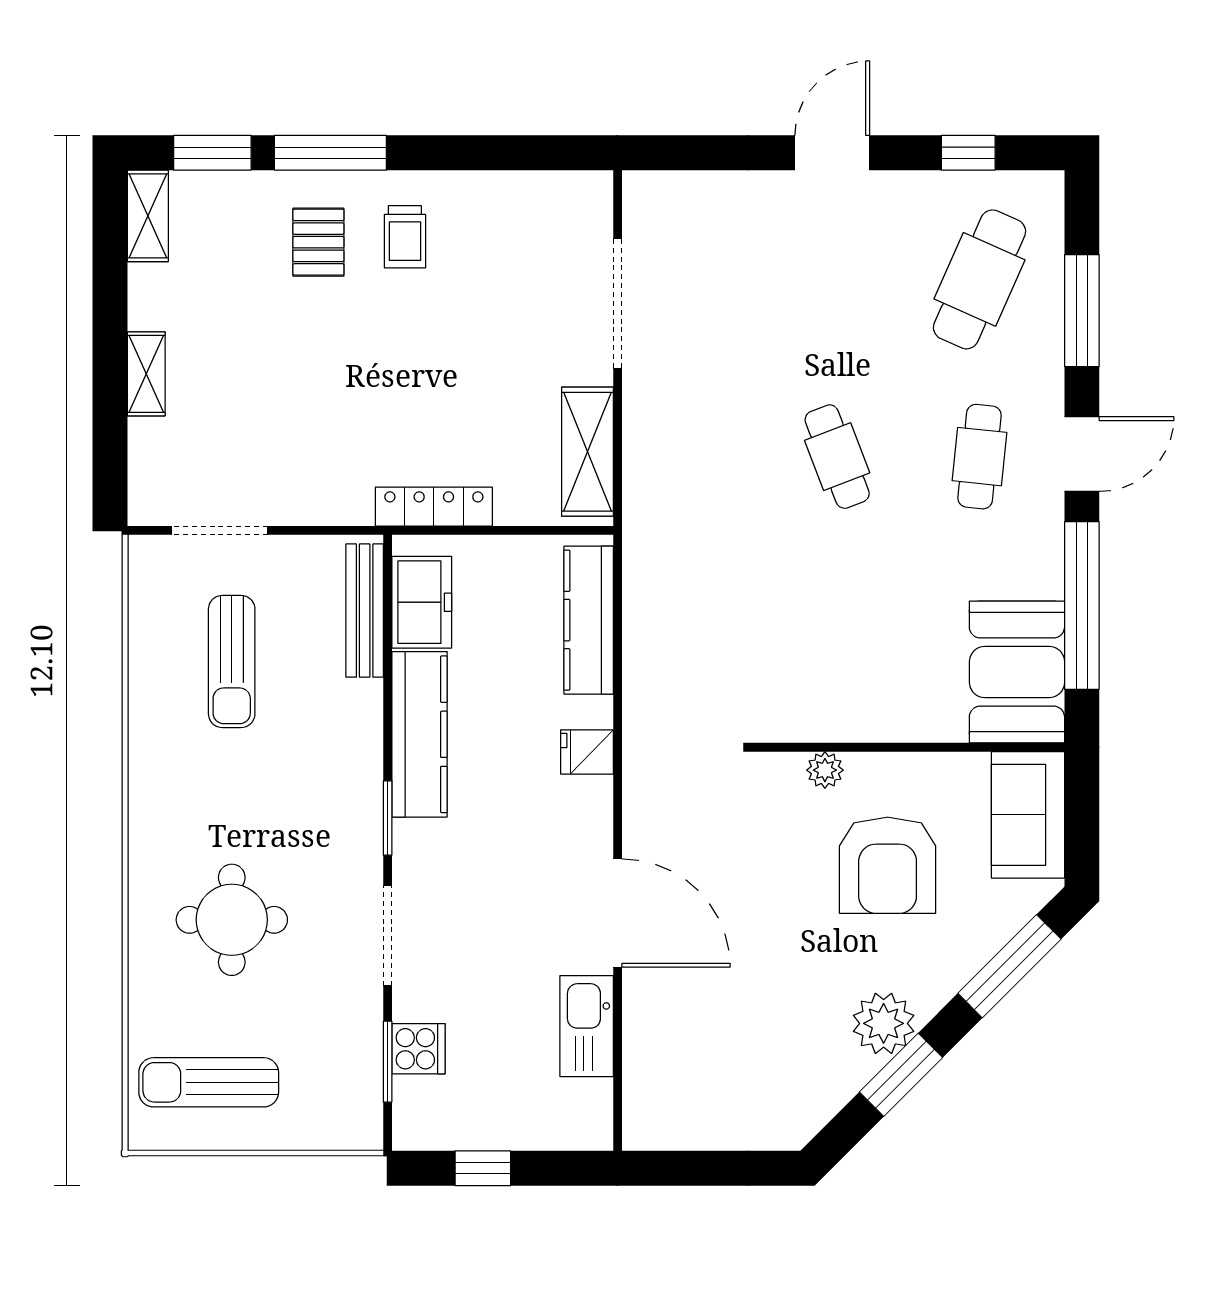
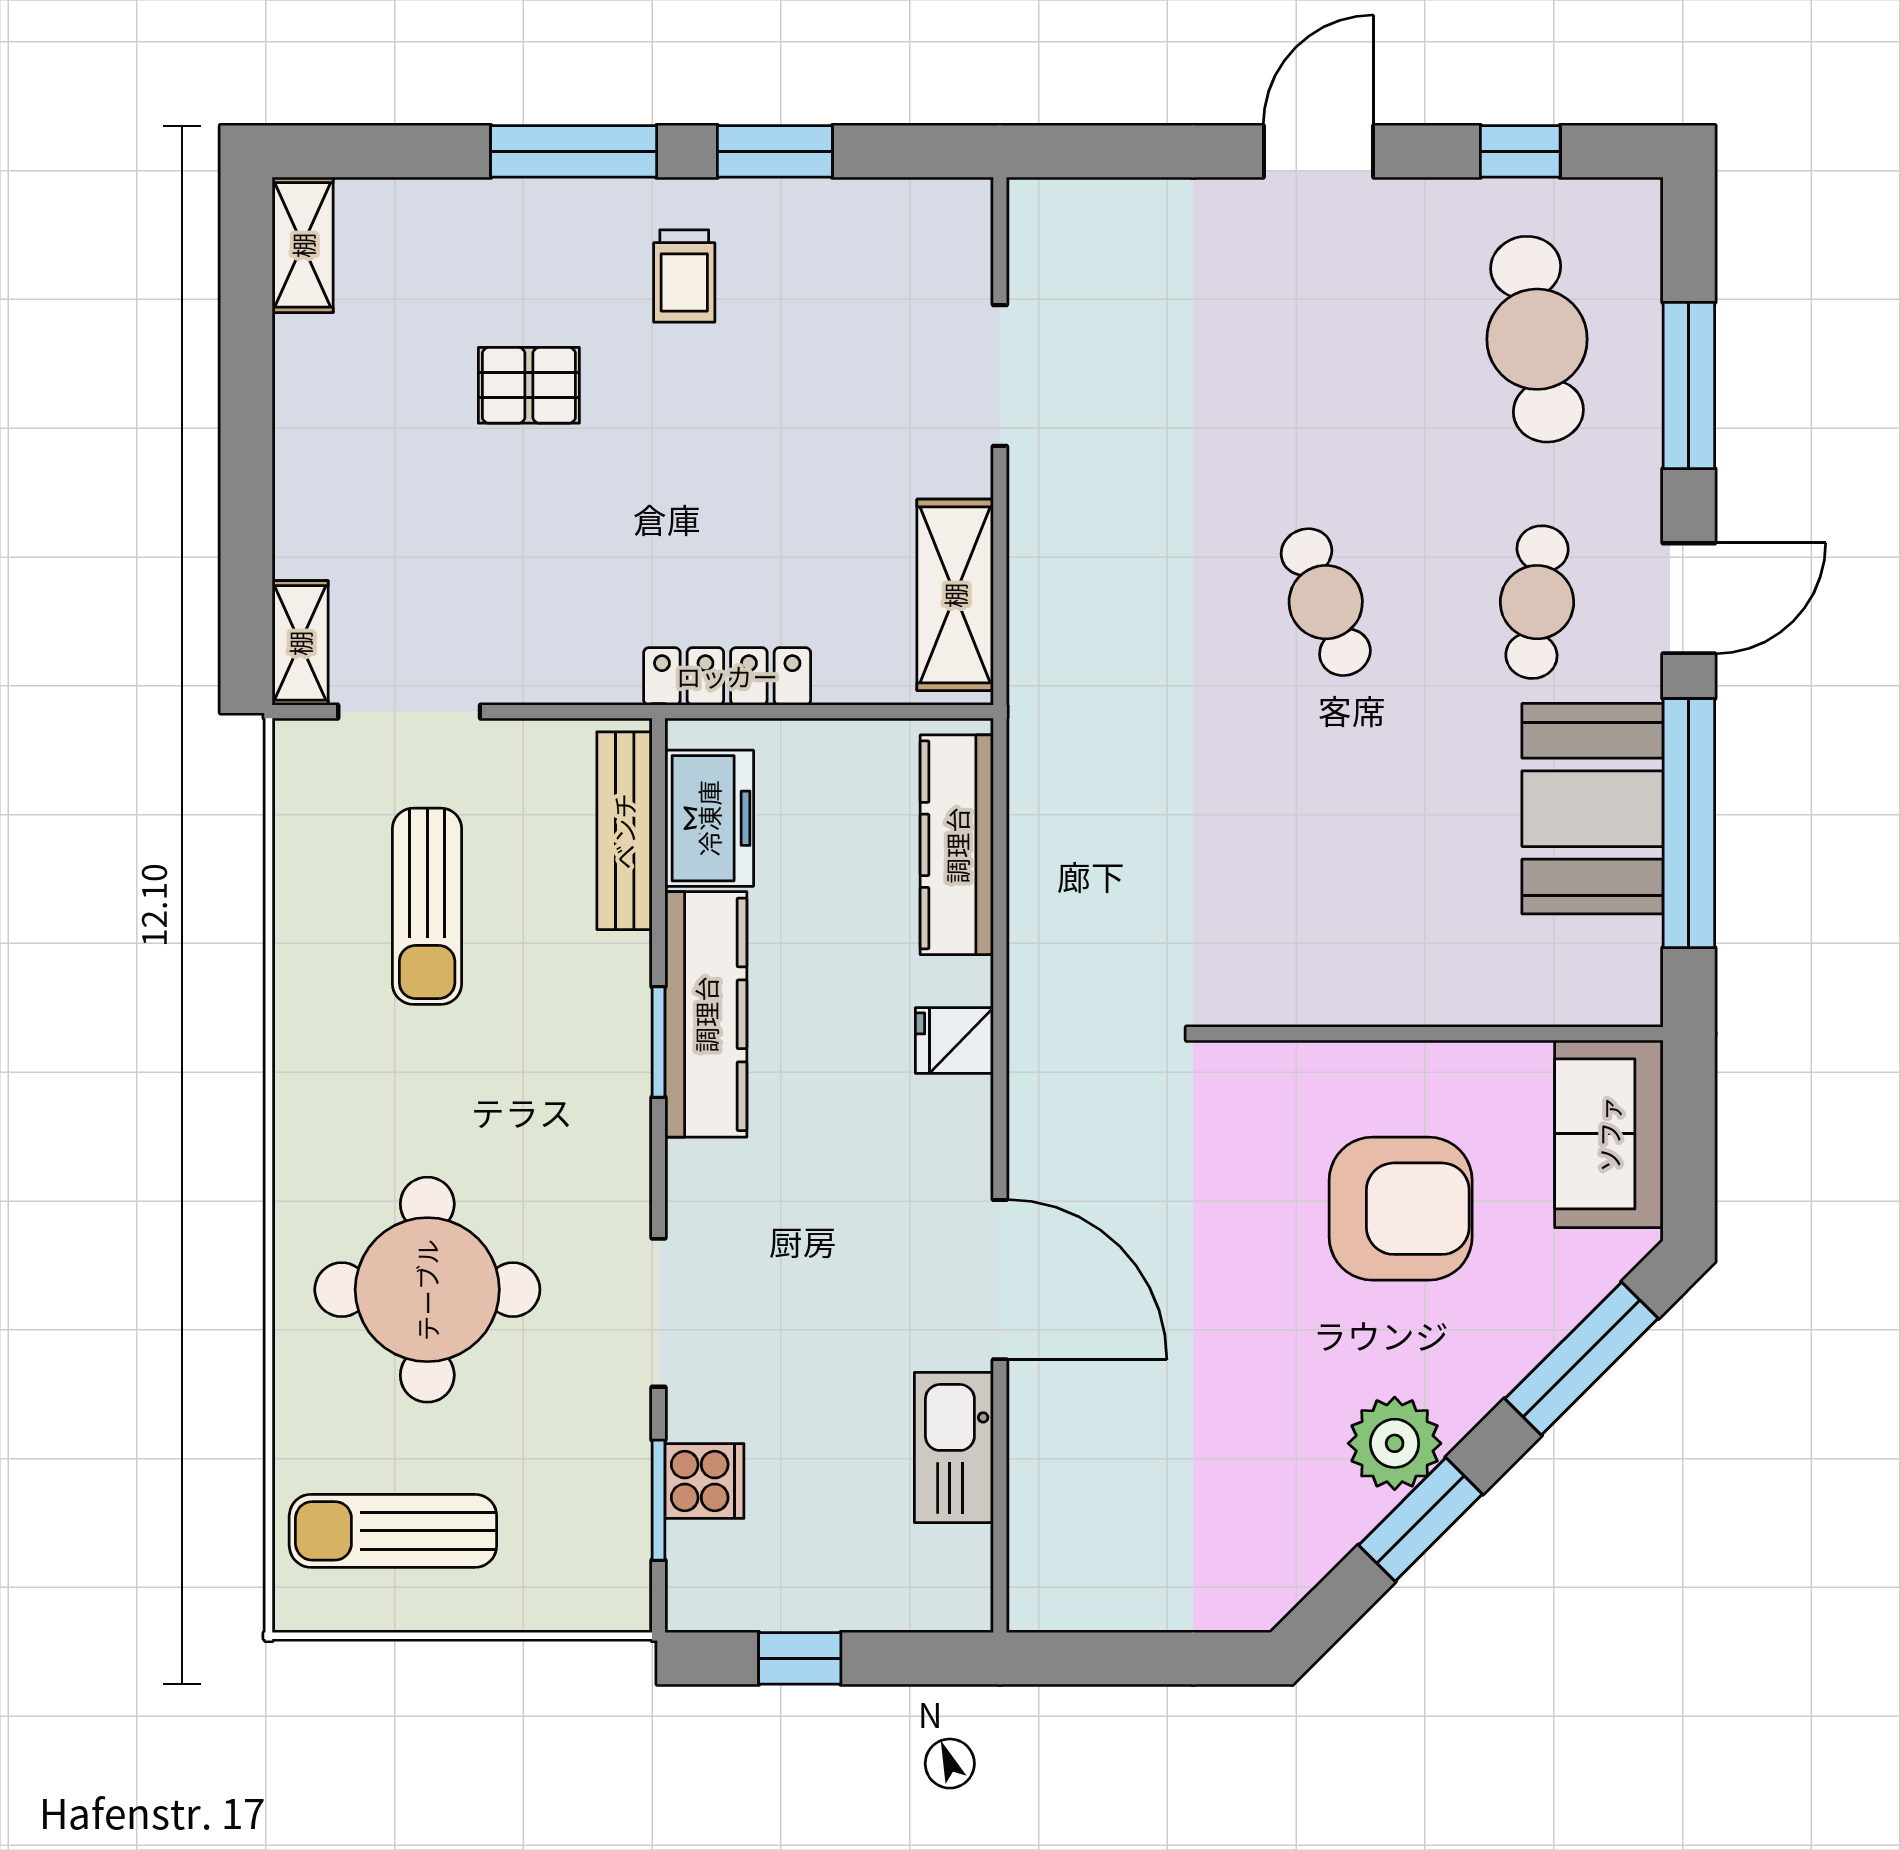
window: (212, 153) -> (775, 151), moved
pallet: (318, 242) -> (529, 385), moved, turned 90
cafe table: (979, 279) -> (1537, 339), turned -33
doorway: (618, 304) -> (1000, 376), width x0.73
shelving: (146, 374) -> (300, 643), moved
booth: (1017, 672) -> (1593, 809), moved
plant: (825, 770) -> (1308, 1067), removed
window: (388, 818) -> (659, 1042), moved
armchair: (888, 865) -> (1401, 1209), turned -90
round table: (232, 920) -> (427, 1290), width x1.36, depth x1.36

